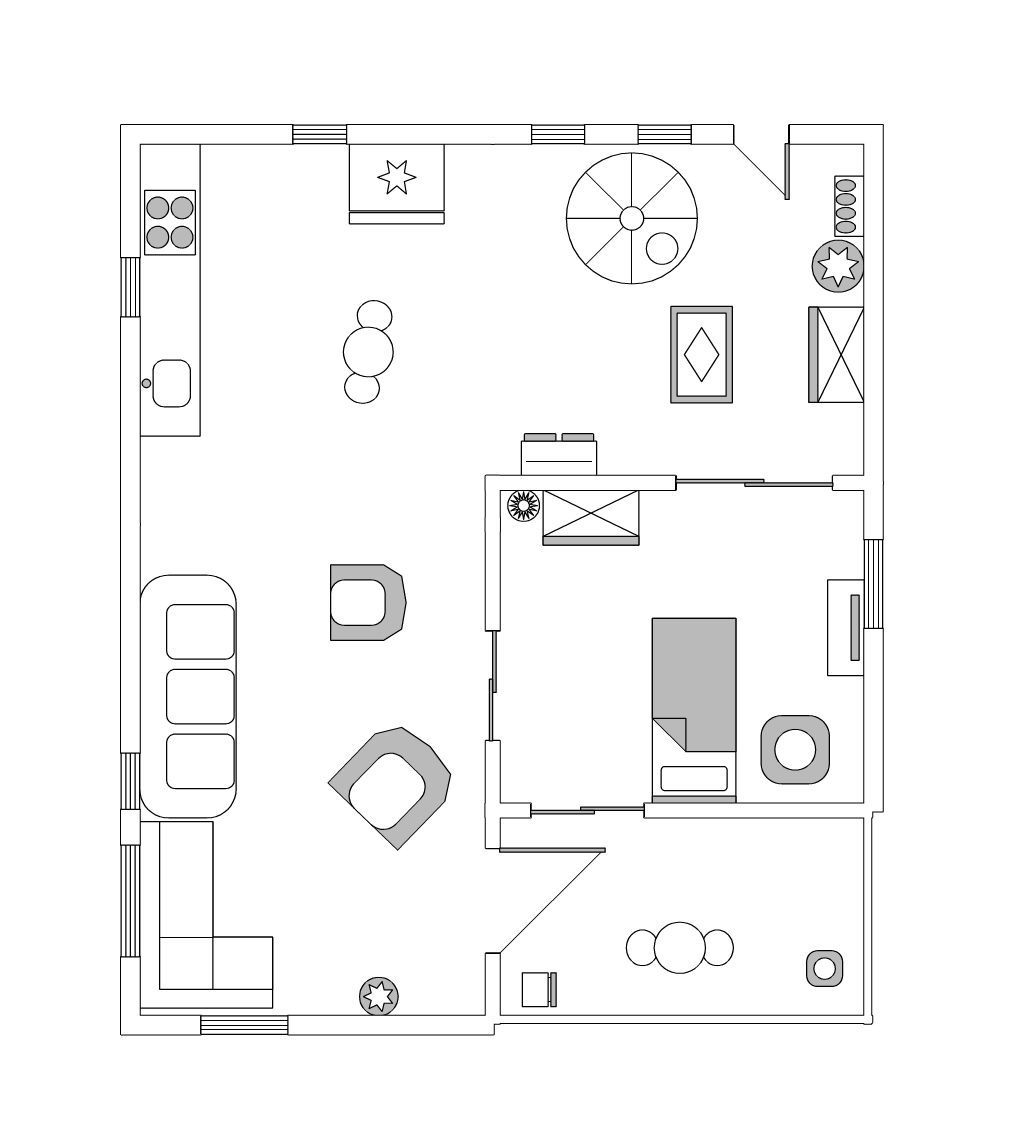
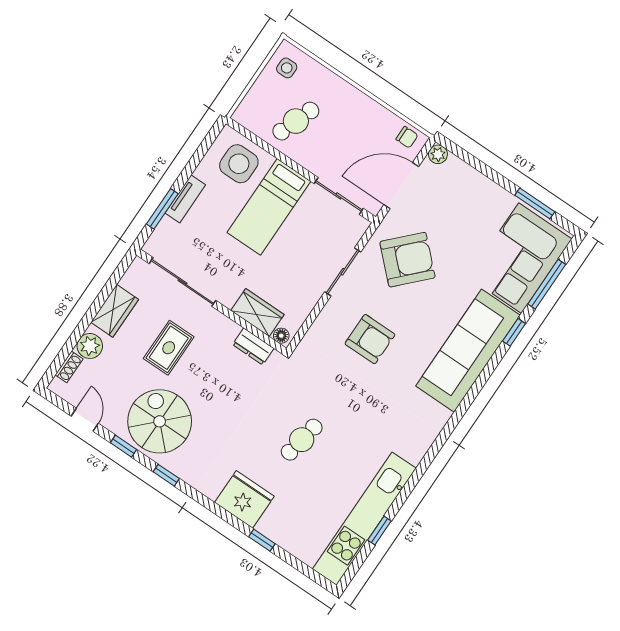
cafe table: (680, 948) -> (296, 121), moved, turned -70
plant: (379, 997) -> (438, 154), moved

